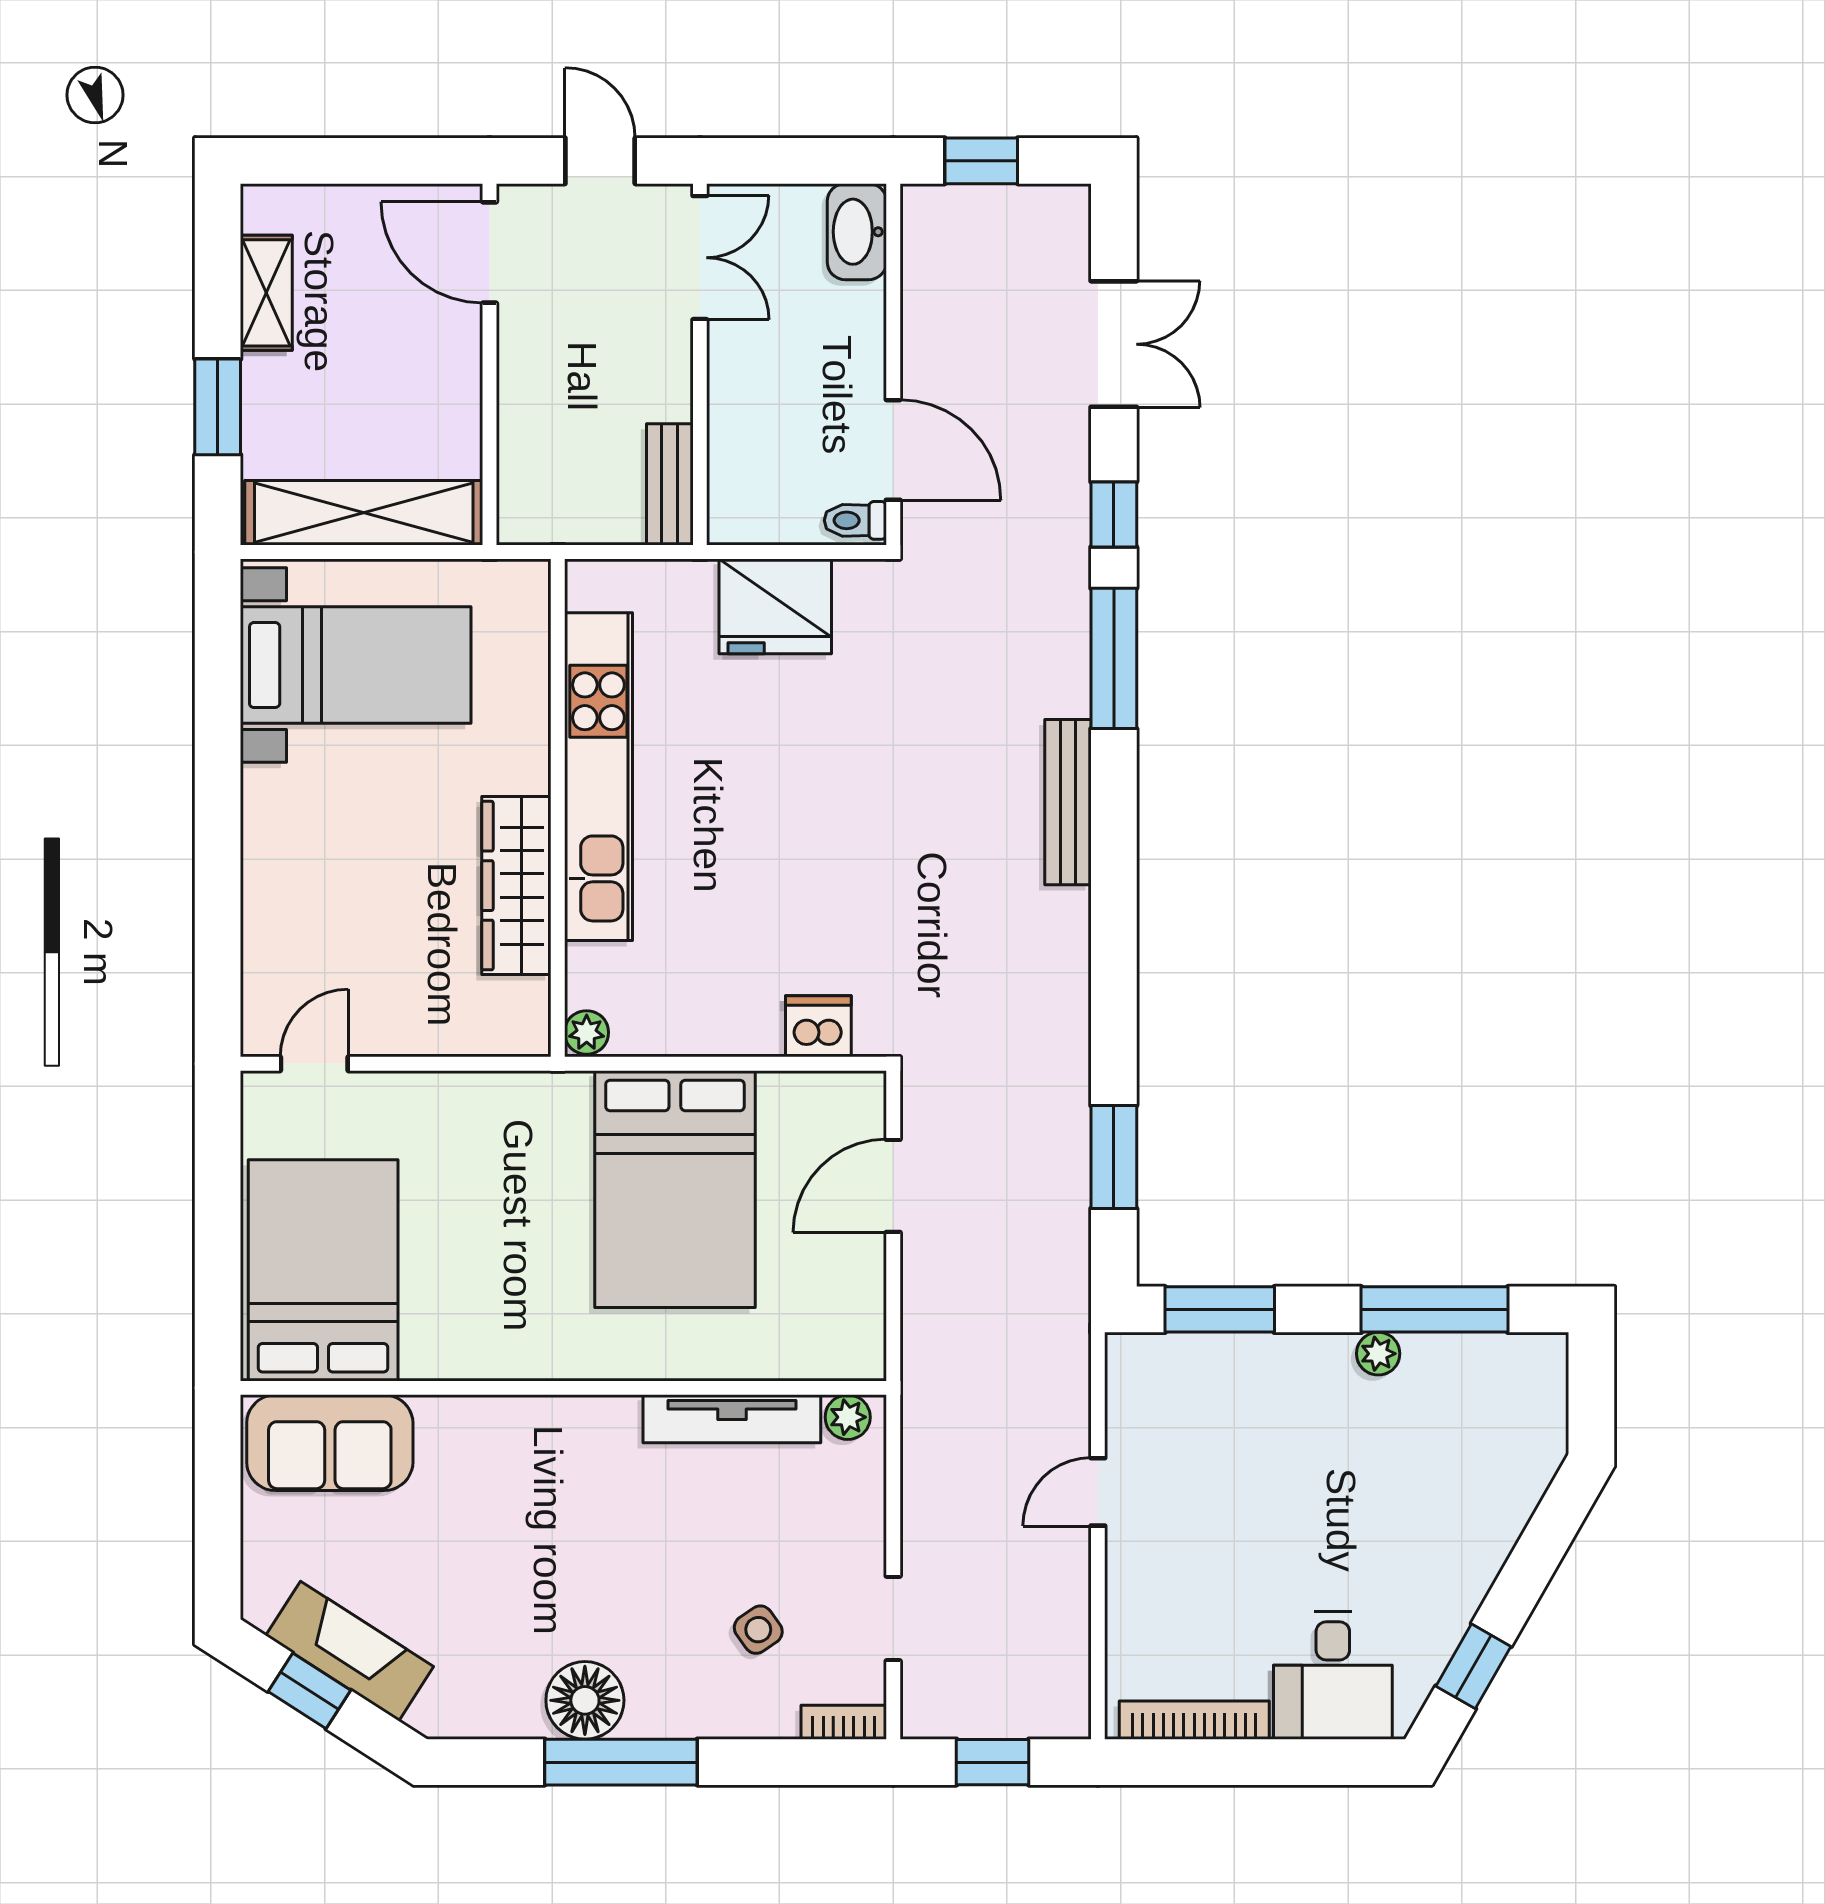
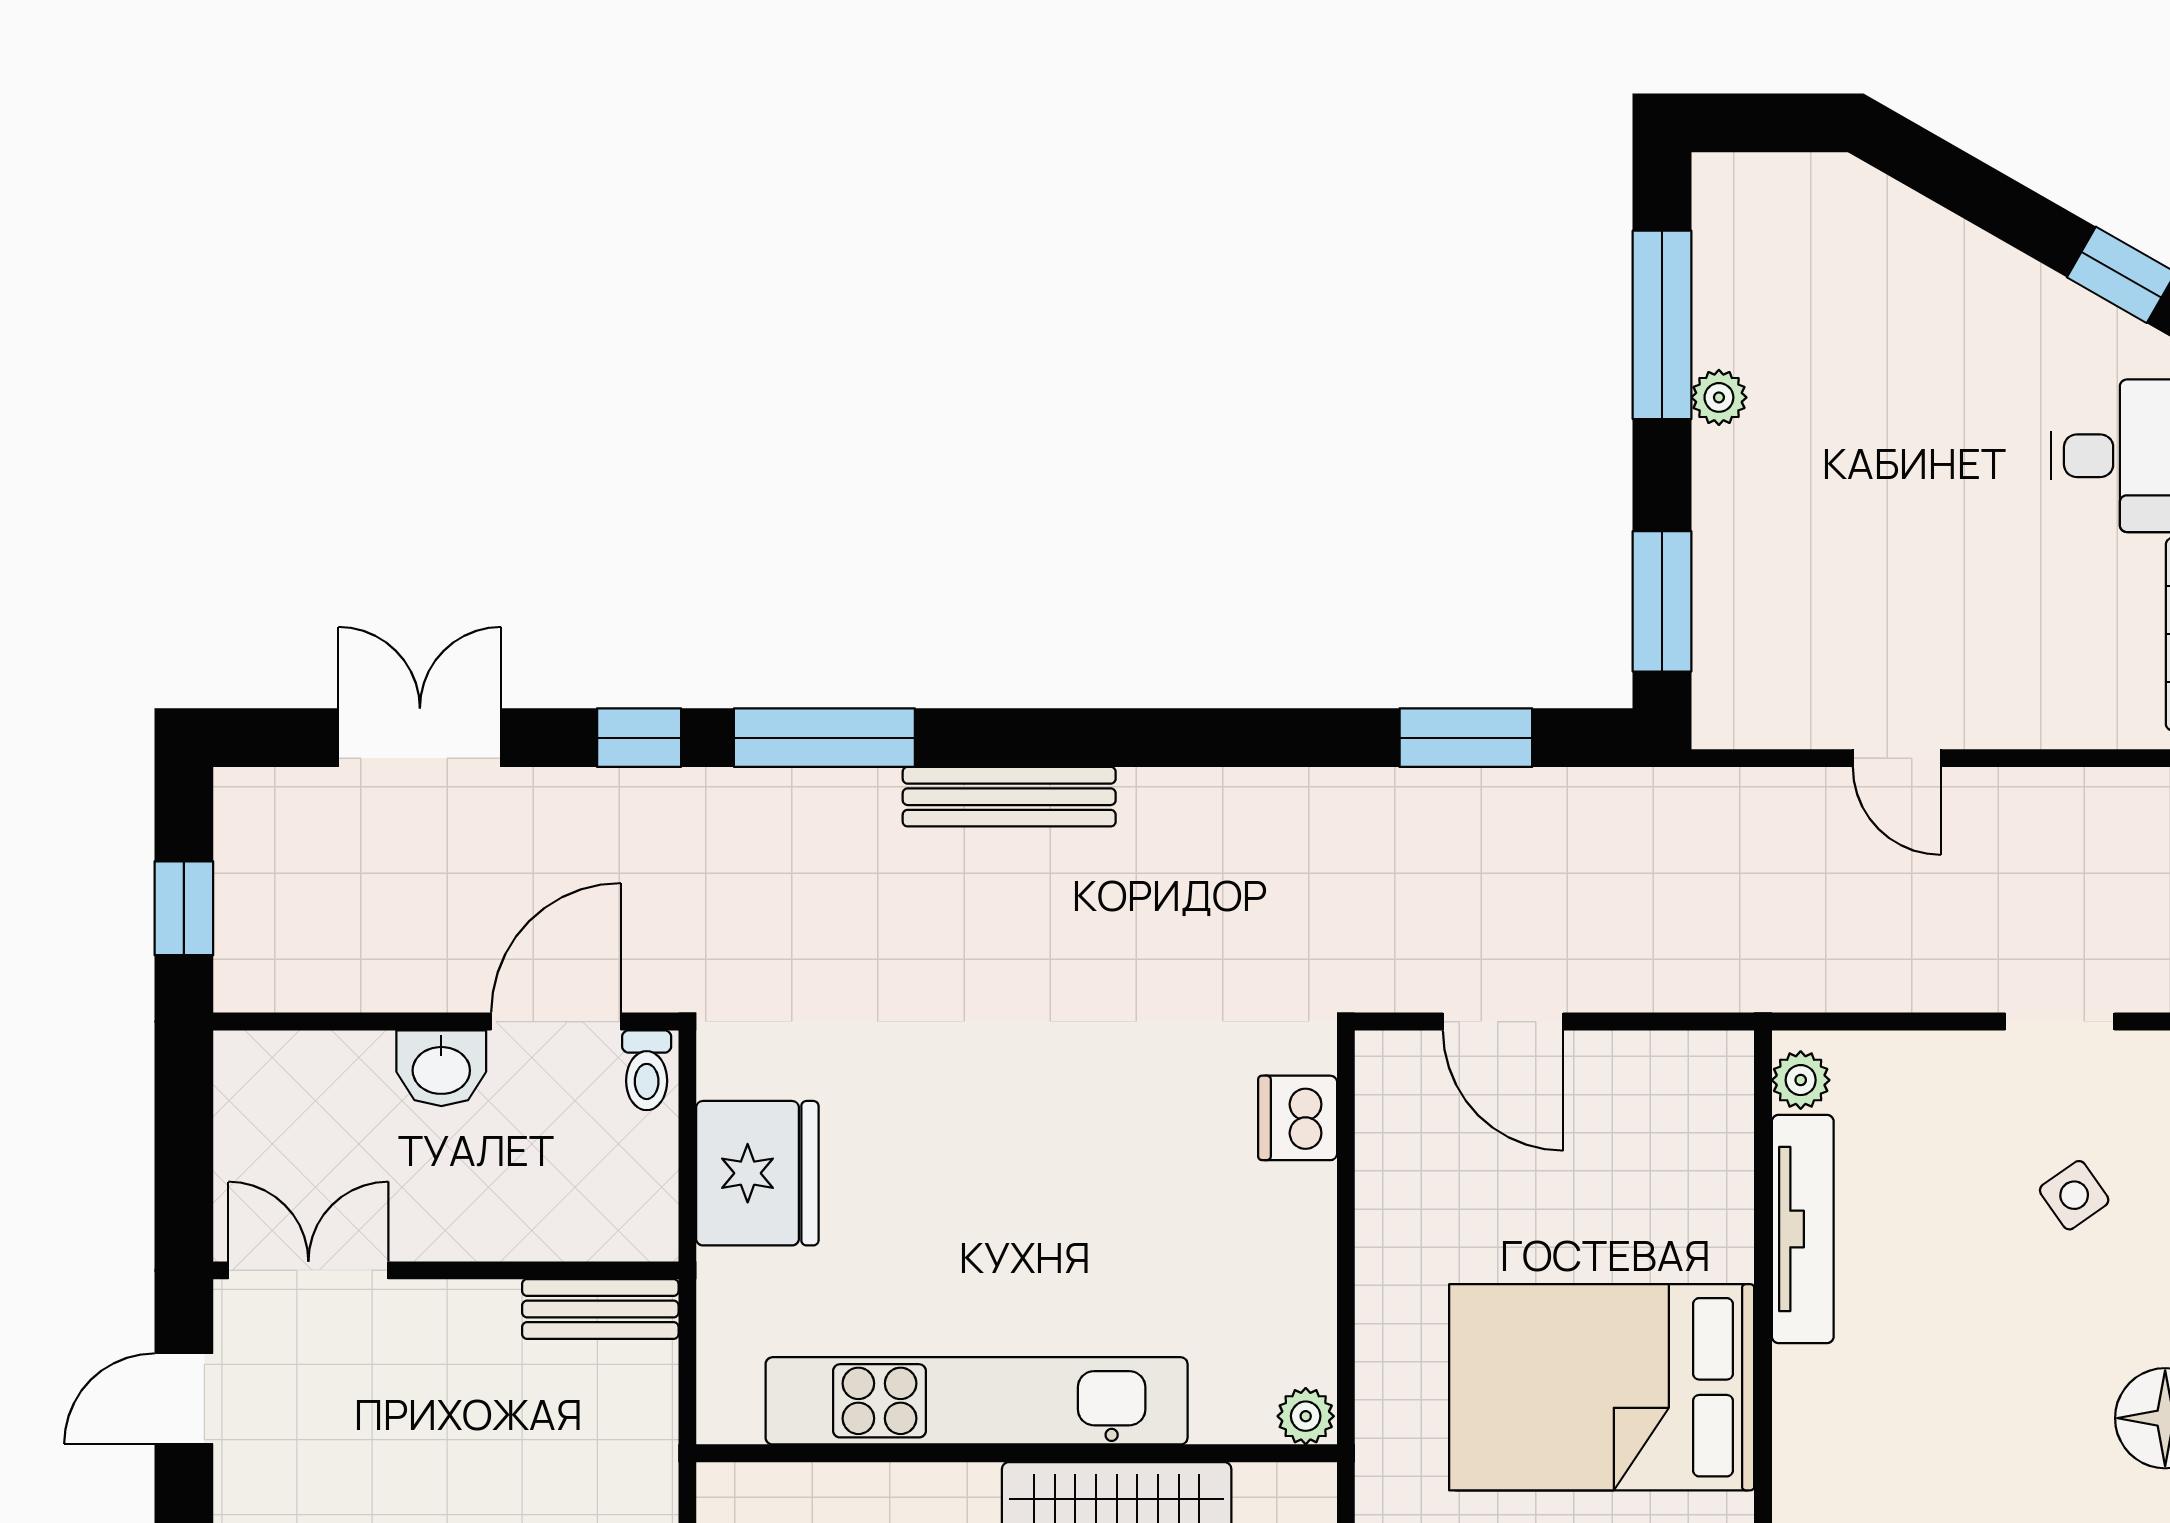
washbasin: (857, 232) -> (441, 1068), moved, width x0.72
bed: (675, 1189) -> (1602, 1387), moved, turned 180

